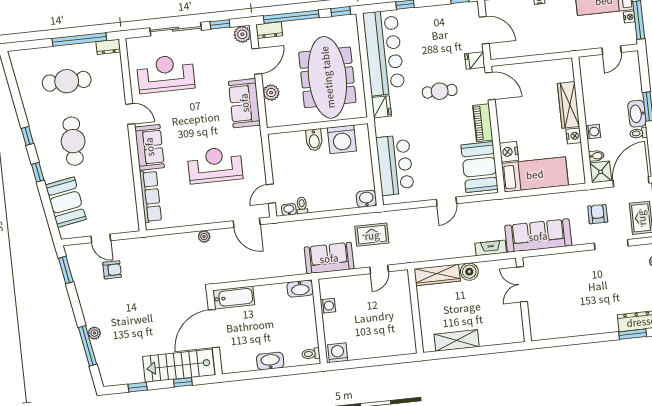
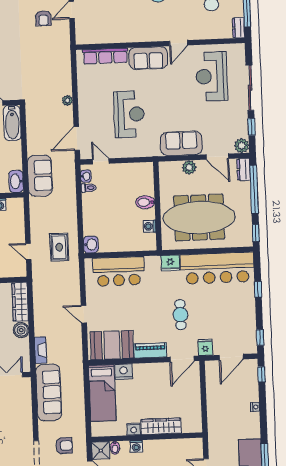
reception desk: (166, 74) -> (212, 76), turned 180
washing machine: (342, 139) -> (150, 226), width x0.53, depth x0.53
sofa: (329, 258) -> (40, 176), moved

